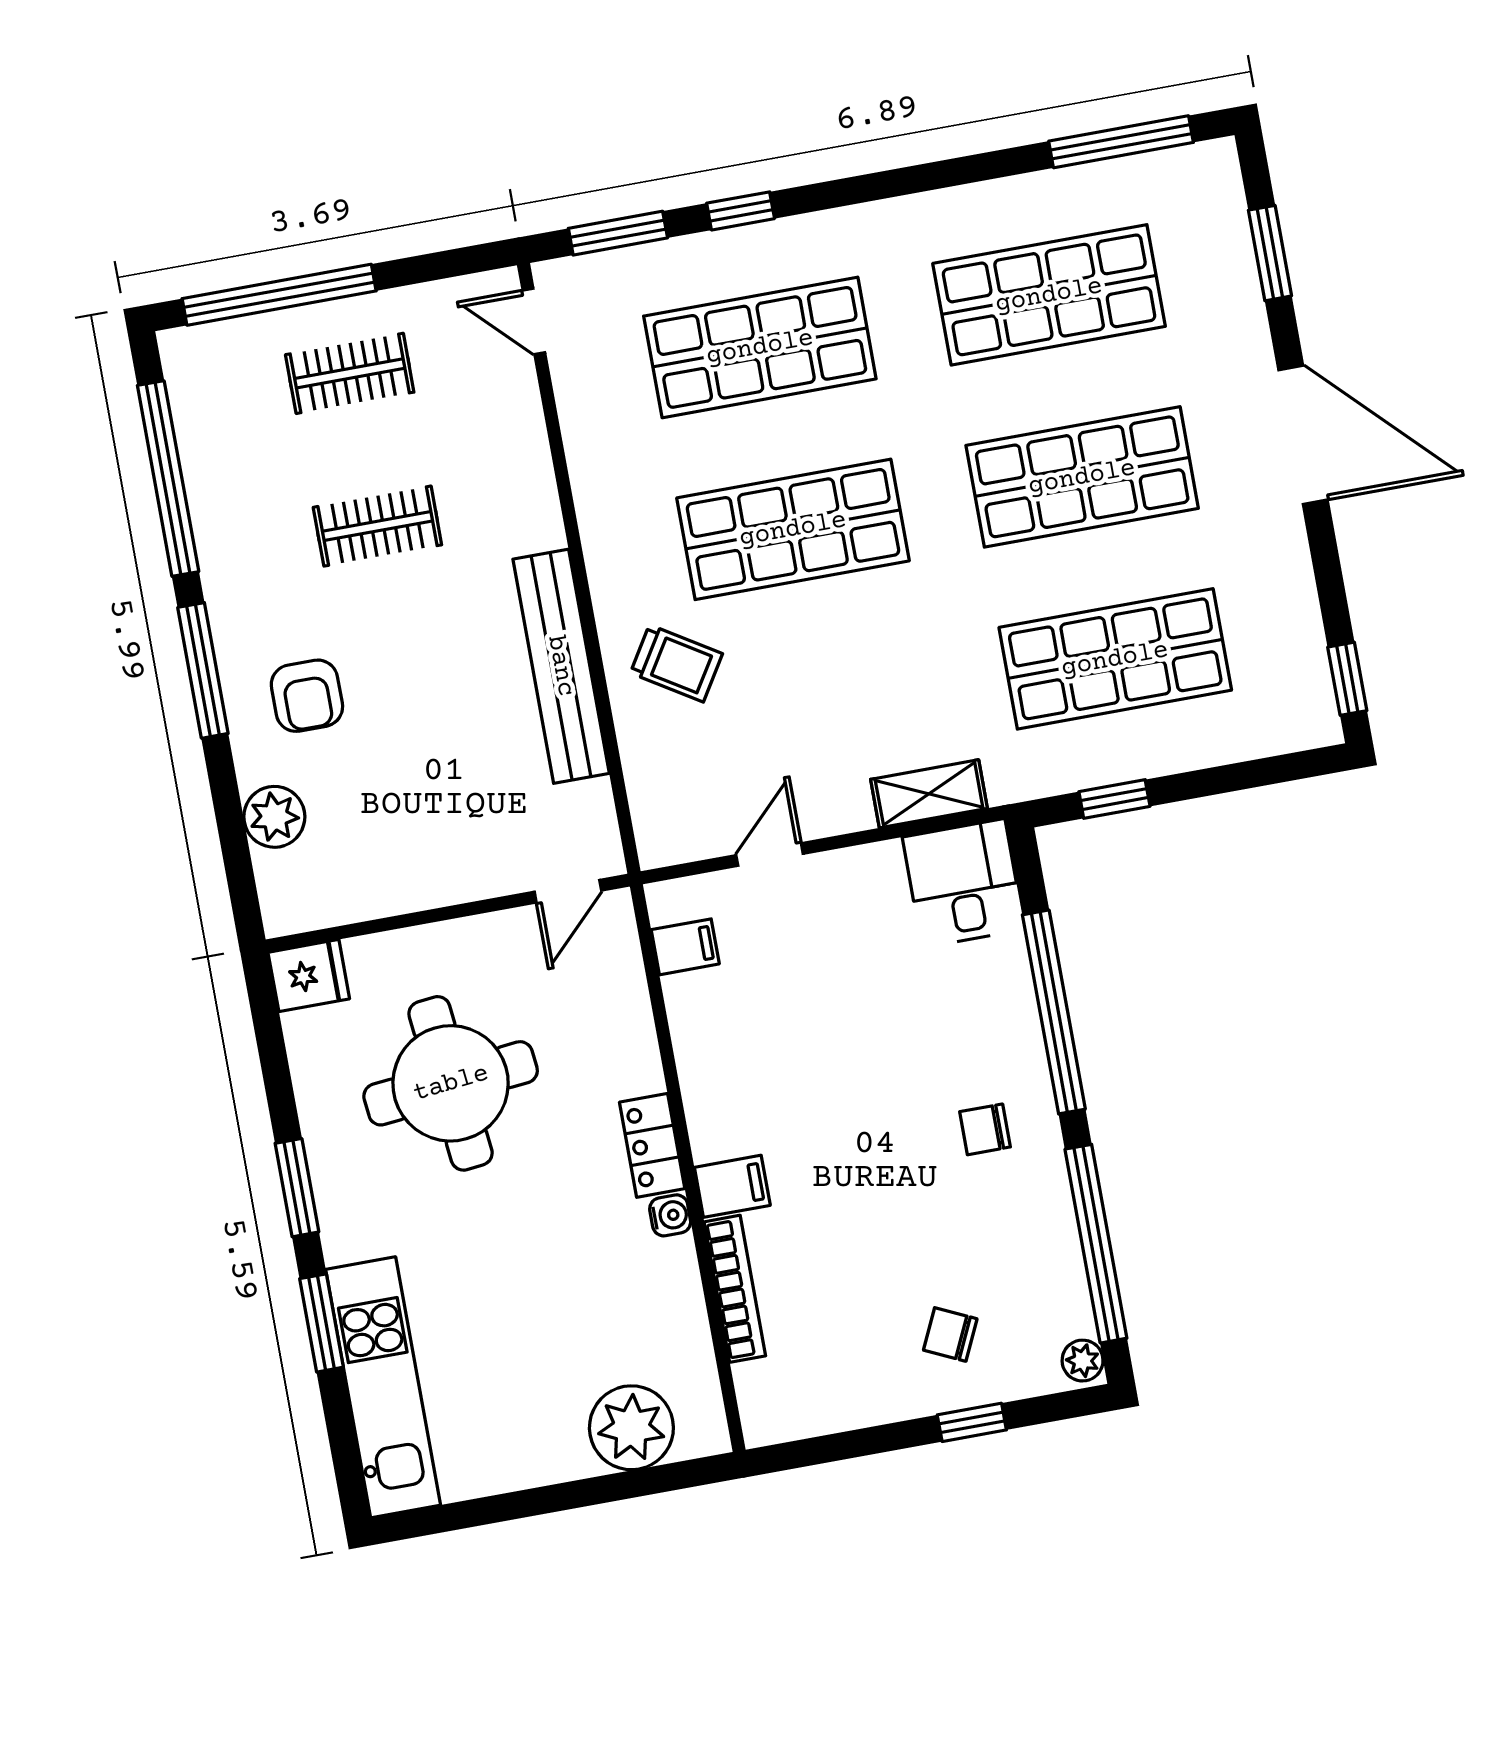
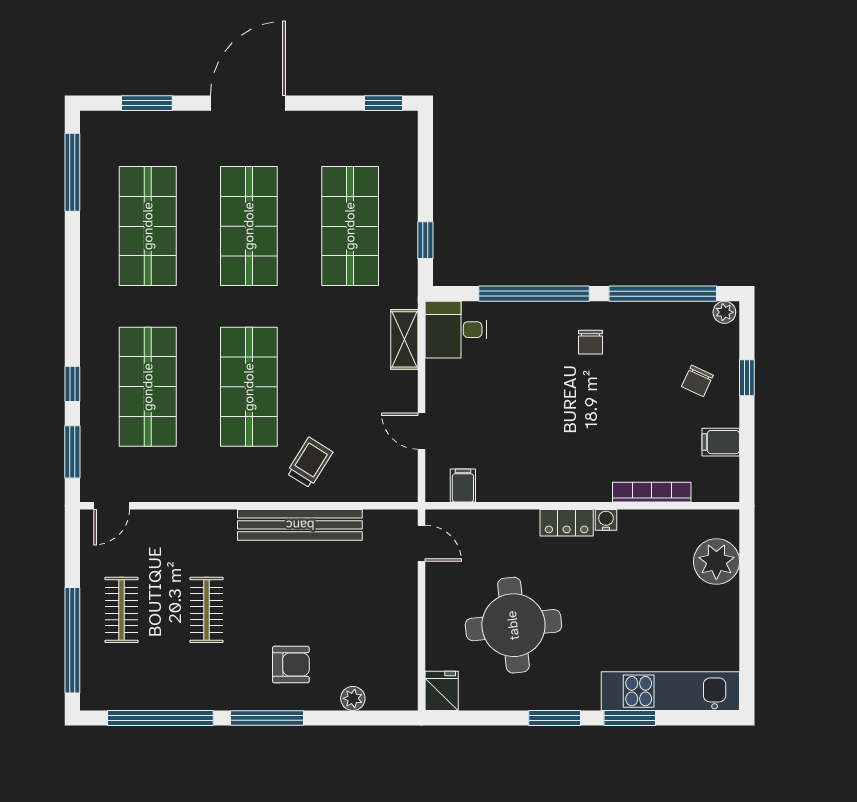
plant: (274, 817) -> (353, 698), width x0.73, depth x0.73
filing cabinet: (732, 1186) -> (721, 442), moved, turned -90

